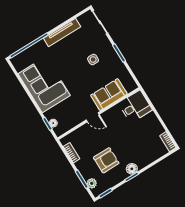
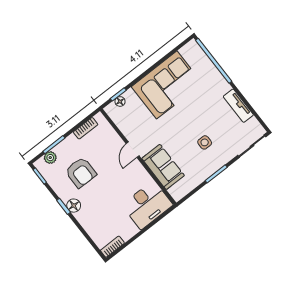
tv unit: (62, 32) -> (238, 106), width x0.71
desk: (135, 107) -> (147, 205), width x1.37

